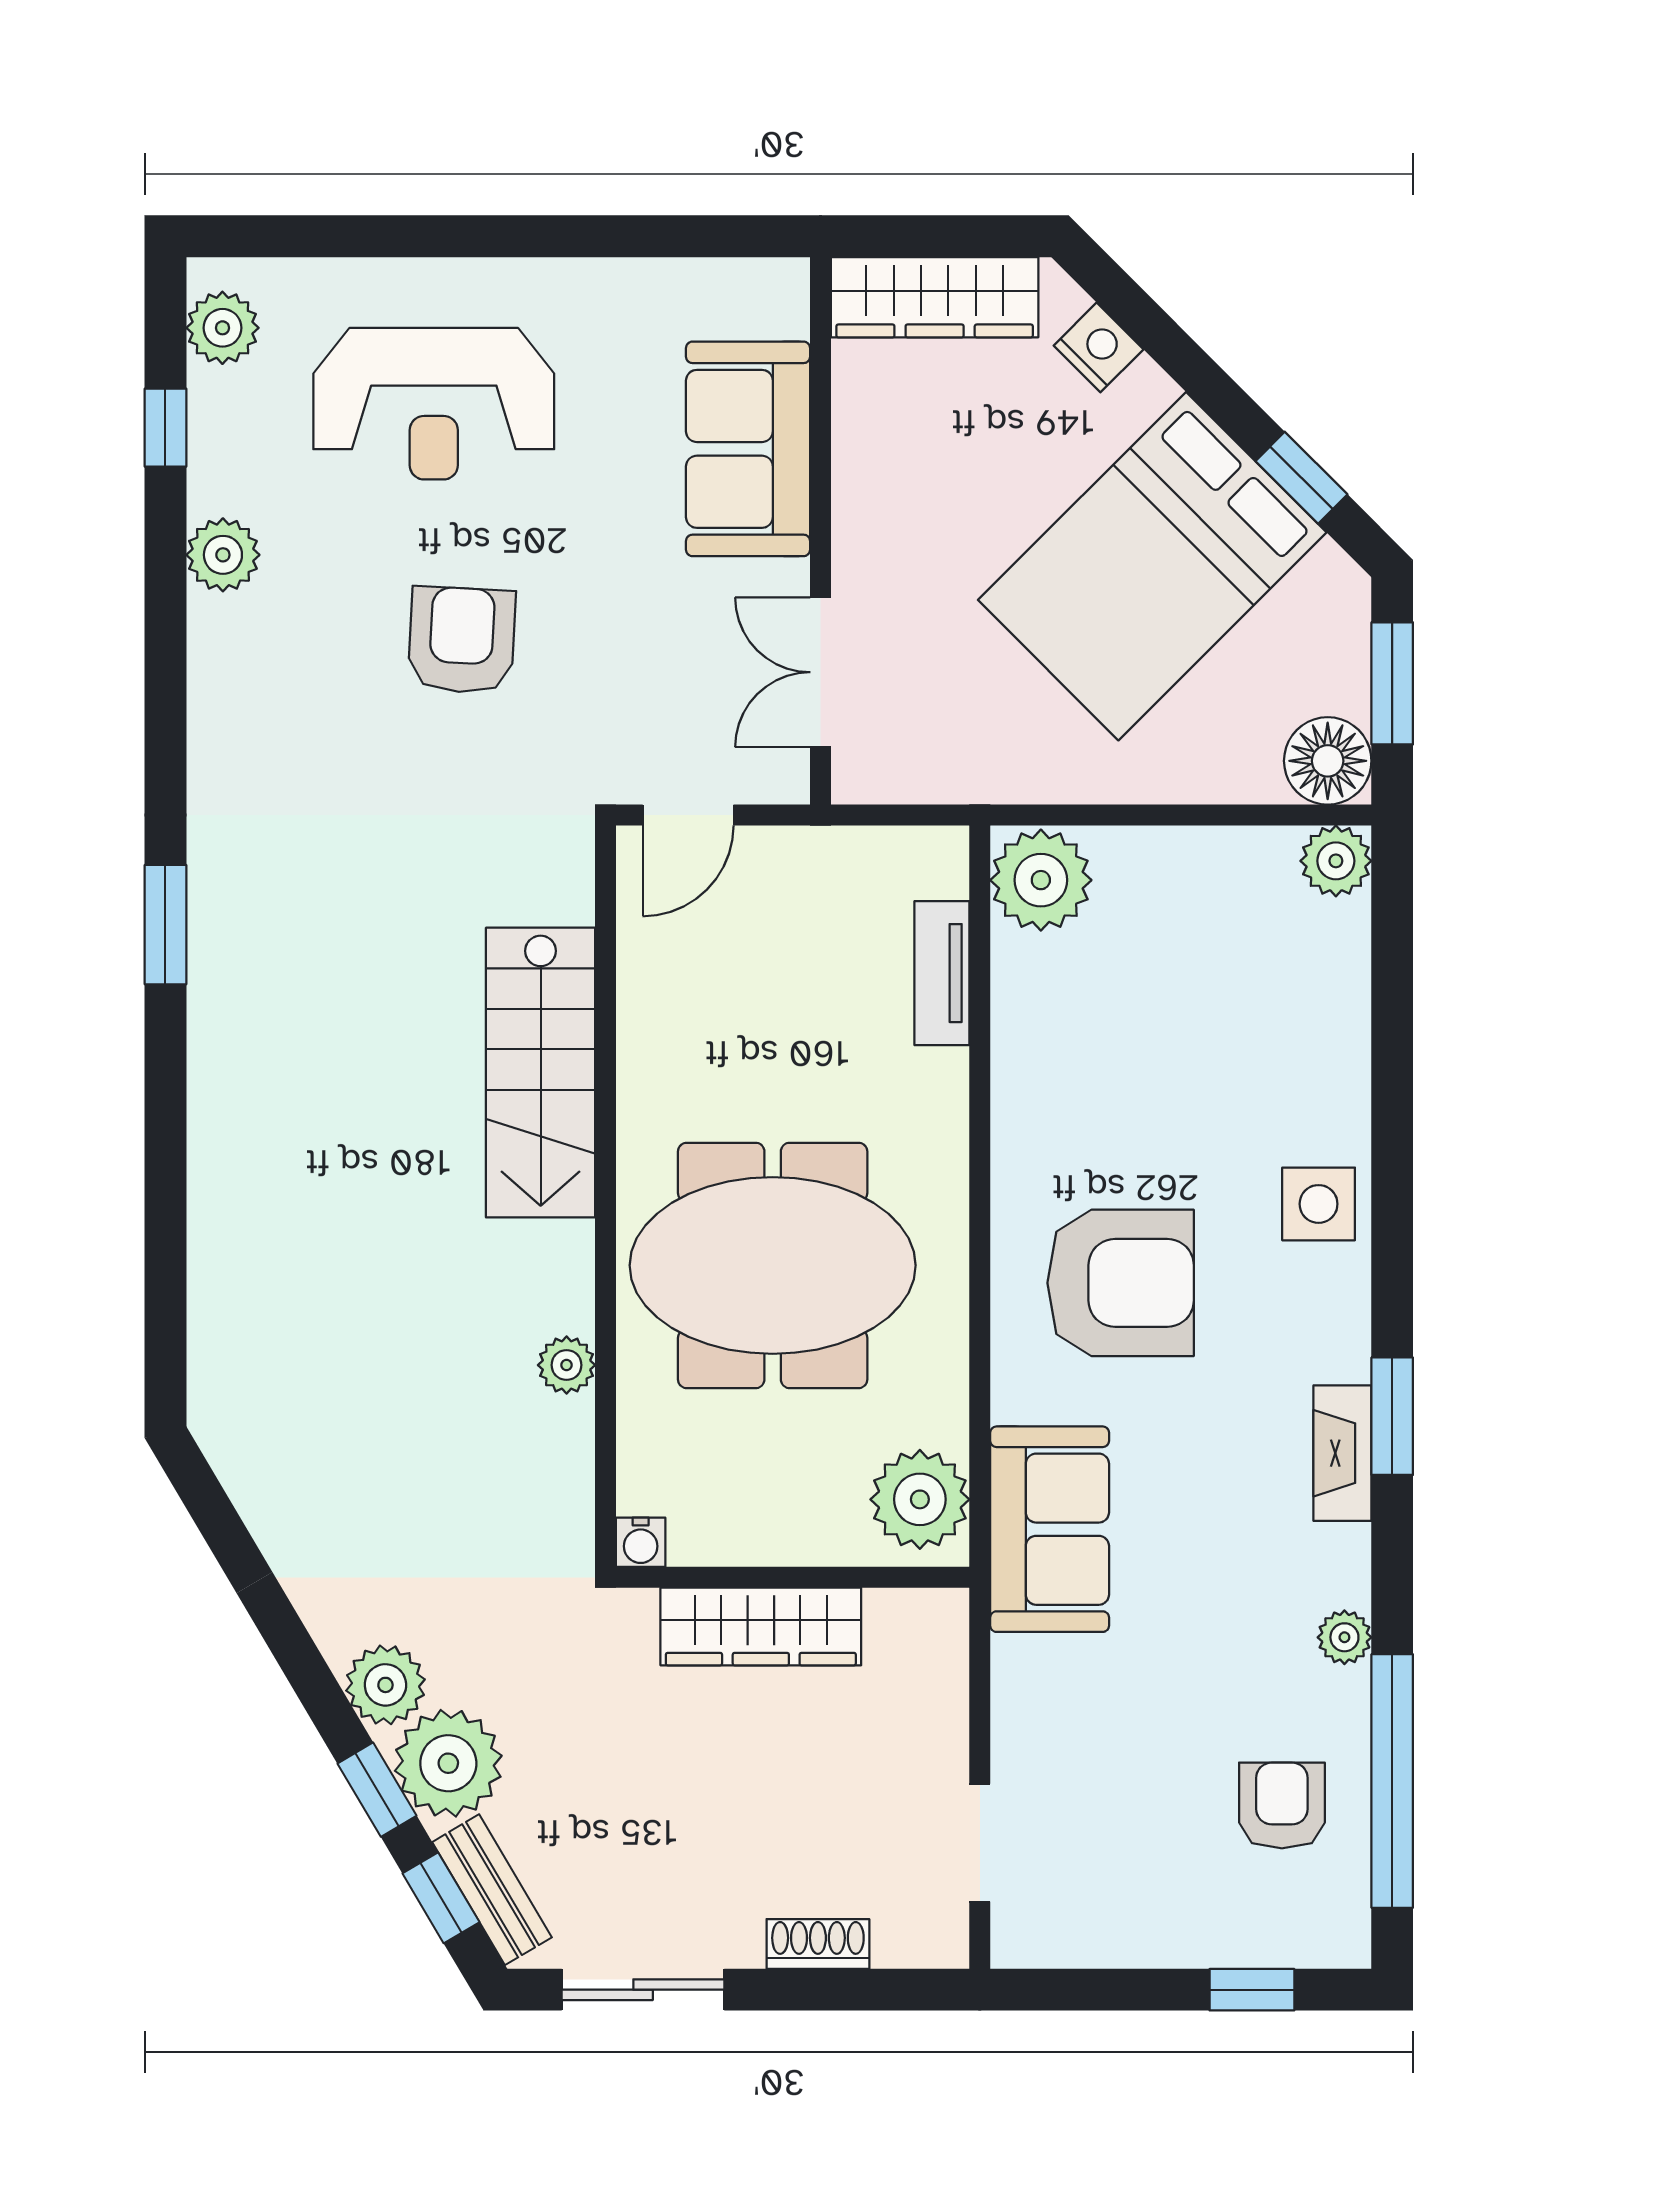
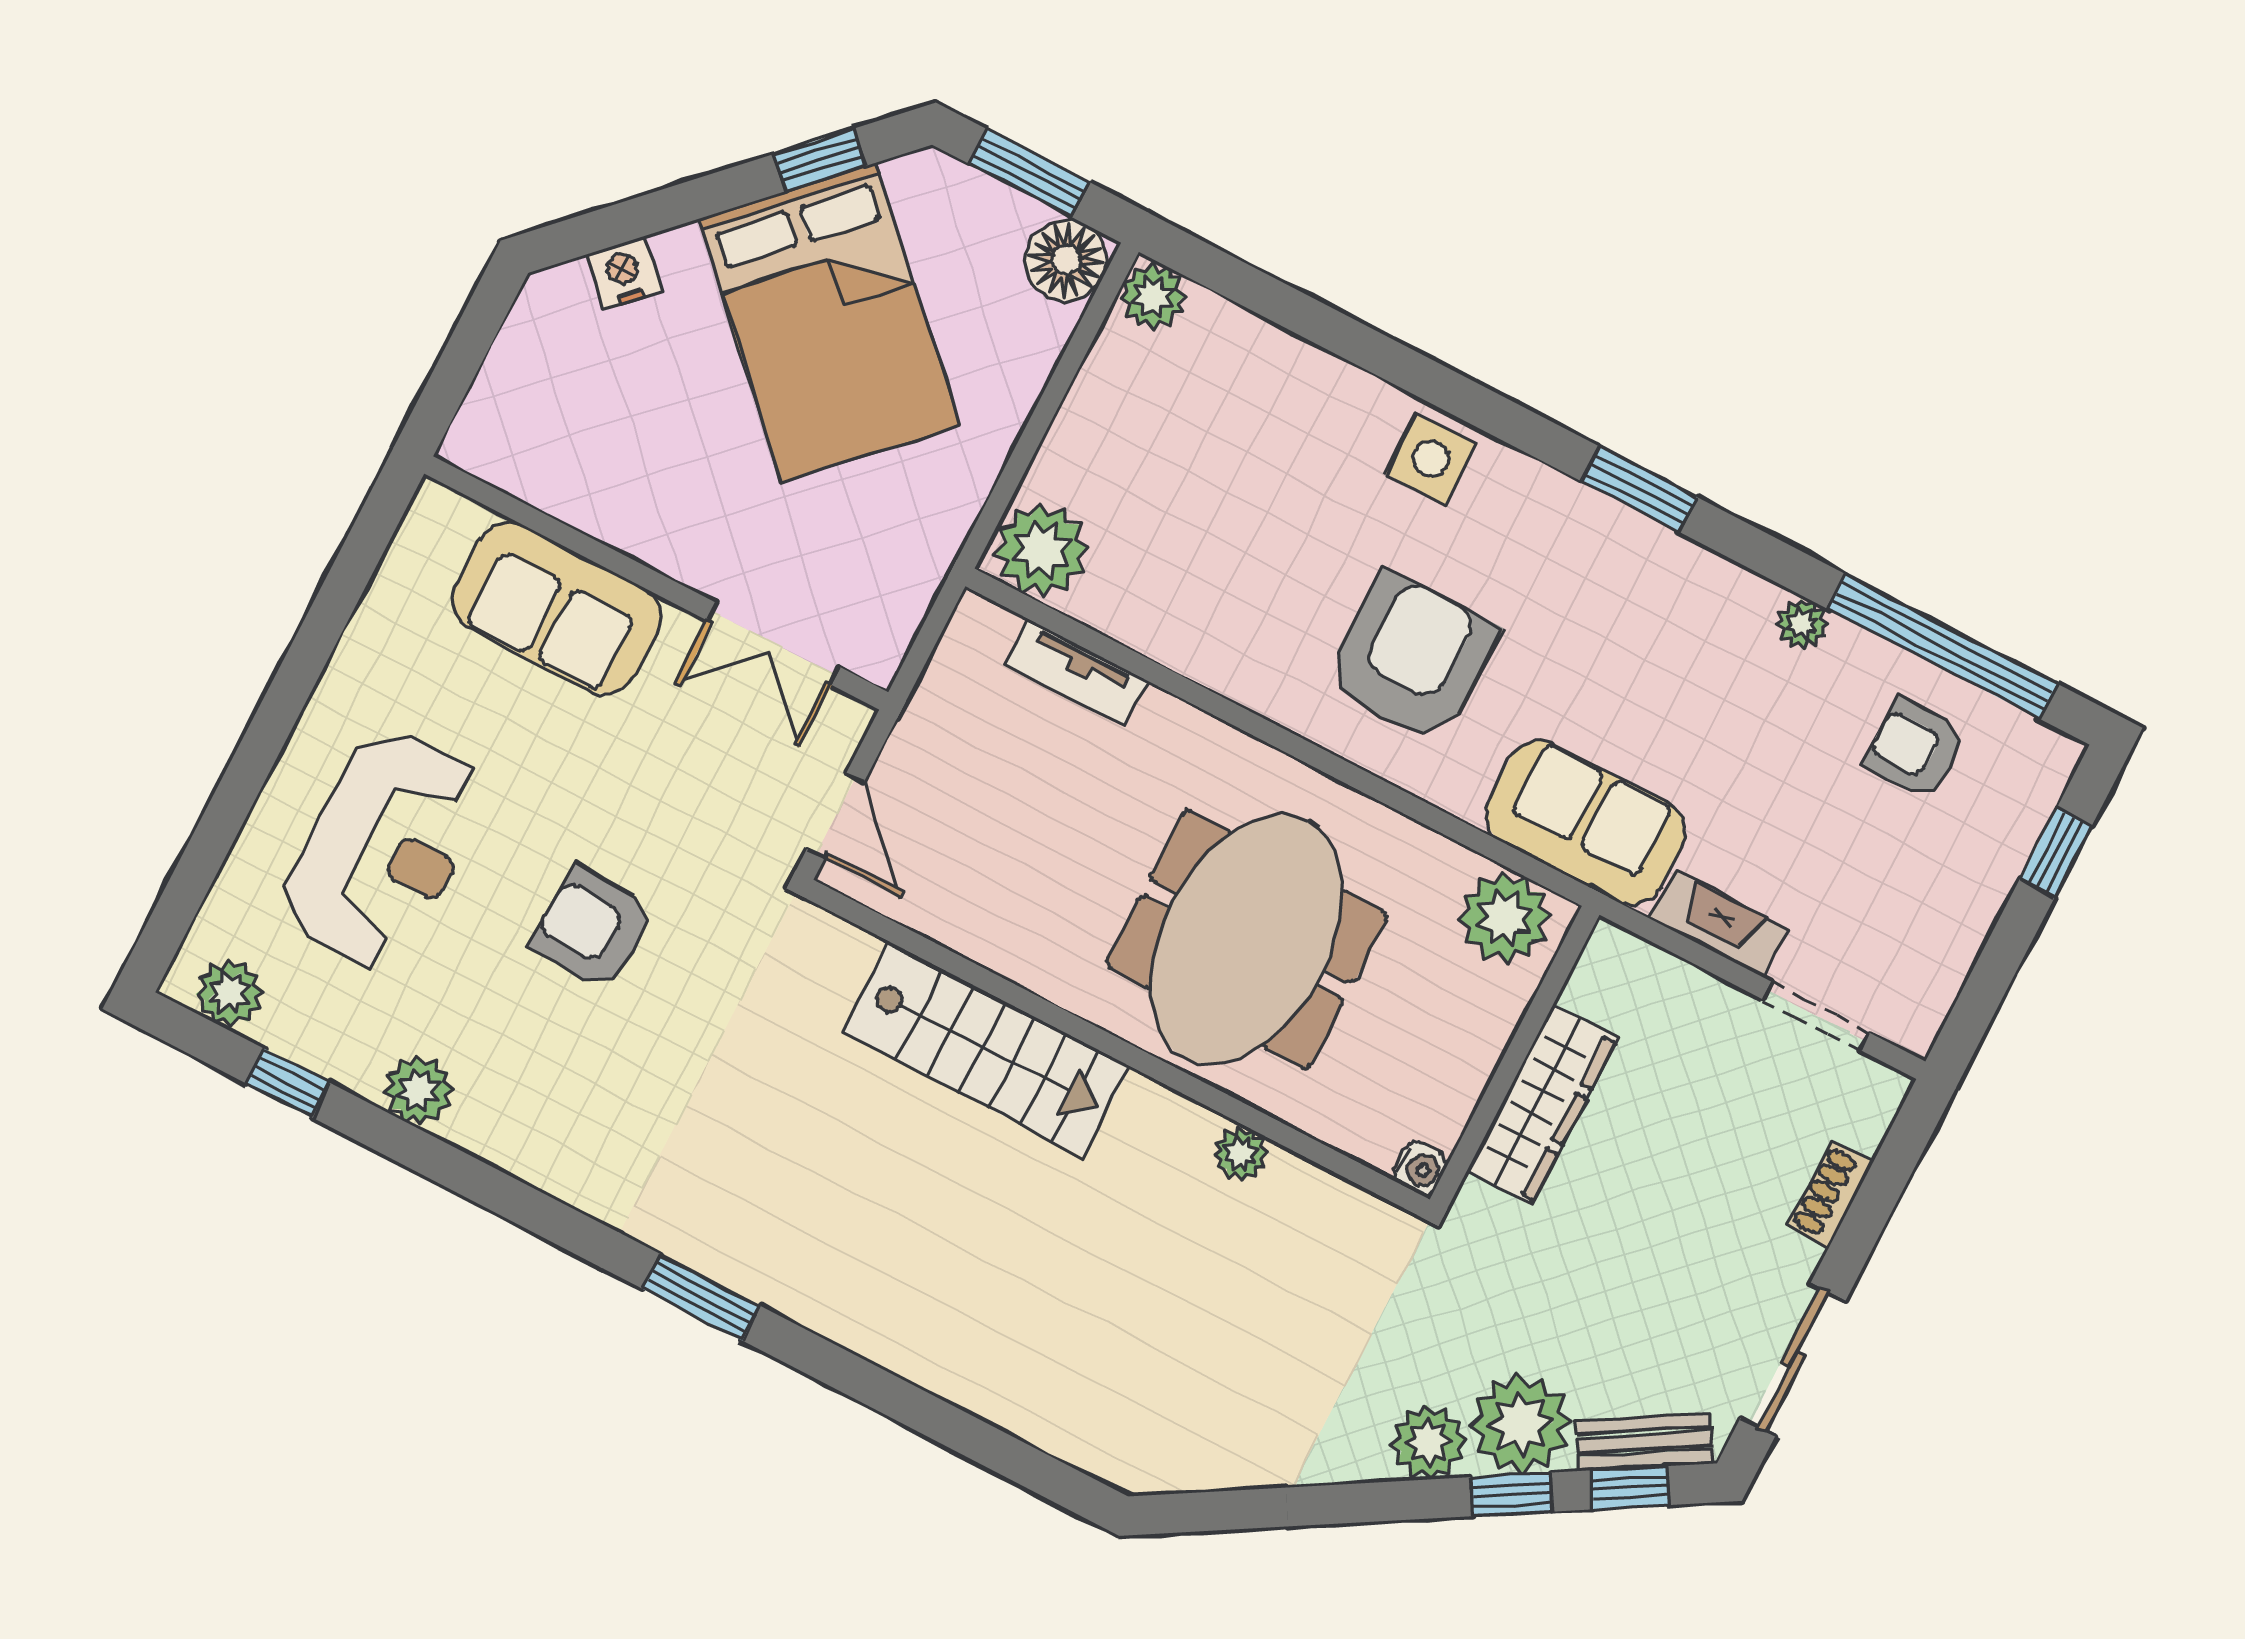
wardrobe: (935, 297) -> (511, 387), removed
fireplace: (1342, 1453) -> (1719, 924), moved, turned 180

